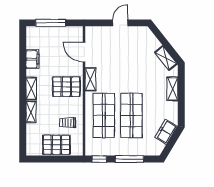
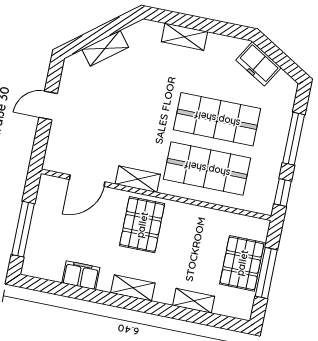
door: (120, 23) -> (48, 106), hinge flipped
shelving: (166, 58) -> (105, 48), moved
shelving: (31, 112) -> (194, 301), moved
trolley: (68, 123) -> (207, 235), removed
window: (54, 159) -> (266, 273), added

